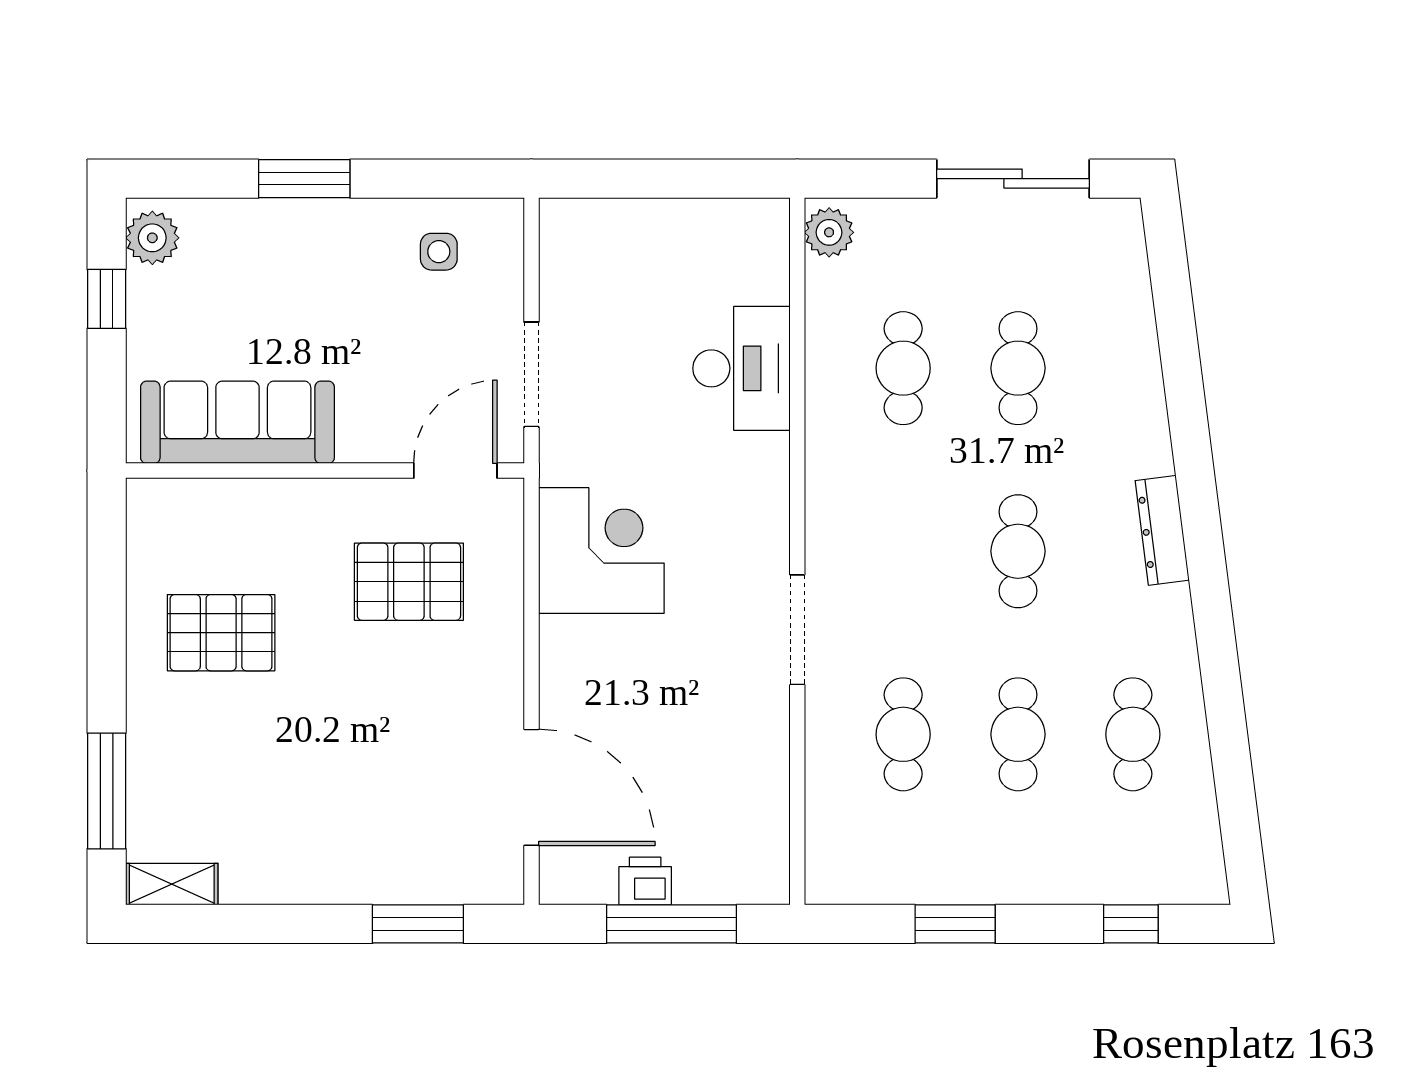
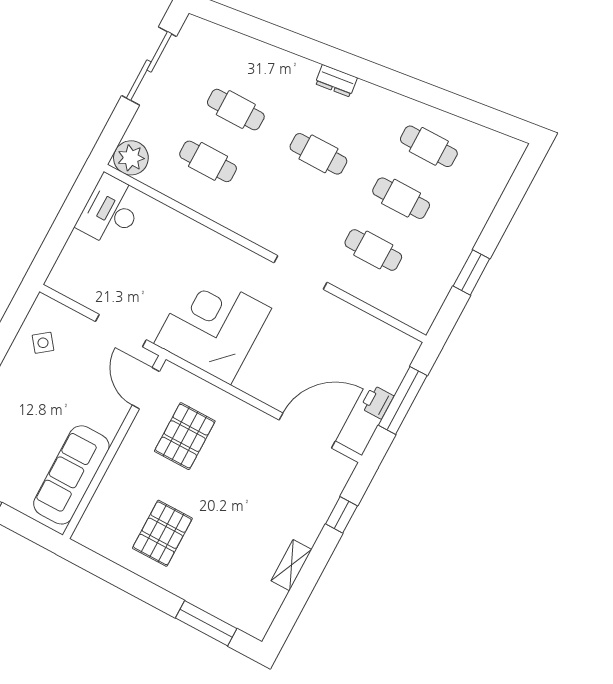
plant: (829, 232) -> (131, 158), width x1.36, depth x1.36
side table: (439, 252) -> (43, 343), turned -38
desk: (741, 368) -> (111, 211), moved, turned -90
dresser: (1162, 530) -> (336, 81), width x0.70
corner desk: (601, 550) -> (213, 326), width x1.36, depth x1.36
shelving: (172, 884) -> (291, 565), moved
window: (418, 924) -> (341, 515), width x0.67
window: (1131, 924) -> (514, 193), removed

